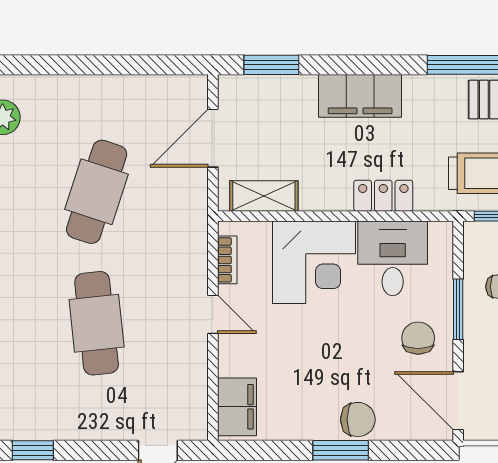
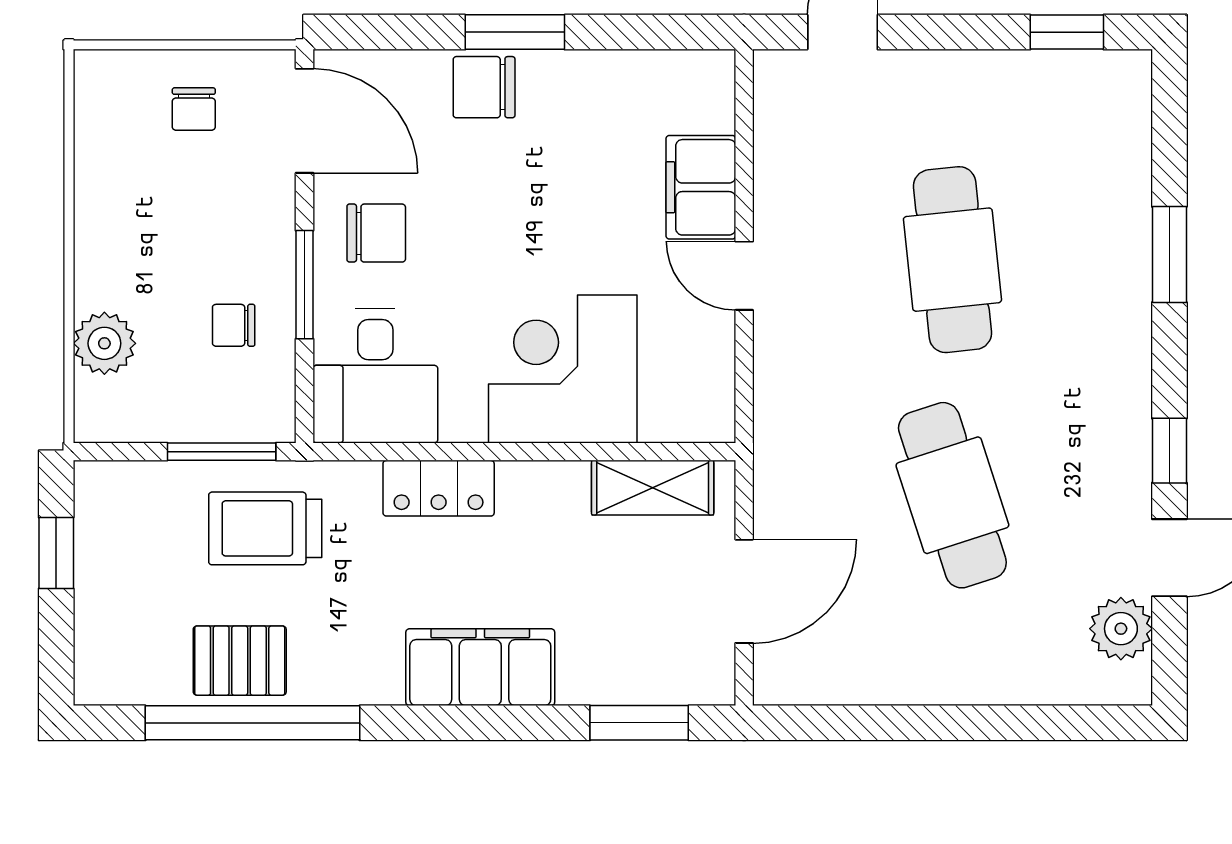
cafe table: (97, 192) -> (952, 495), turned -36
desk: (393, 258) -> (375, 376), moved
bookcase: (227, 260) -> (718, 373), removed
chair: (418, 338) -> (376, 233), turned -90
filing cabinet: (237, 407) -> (701, 187), moved

